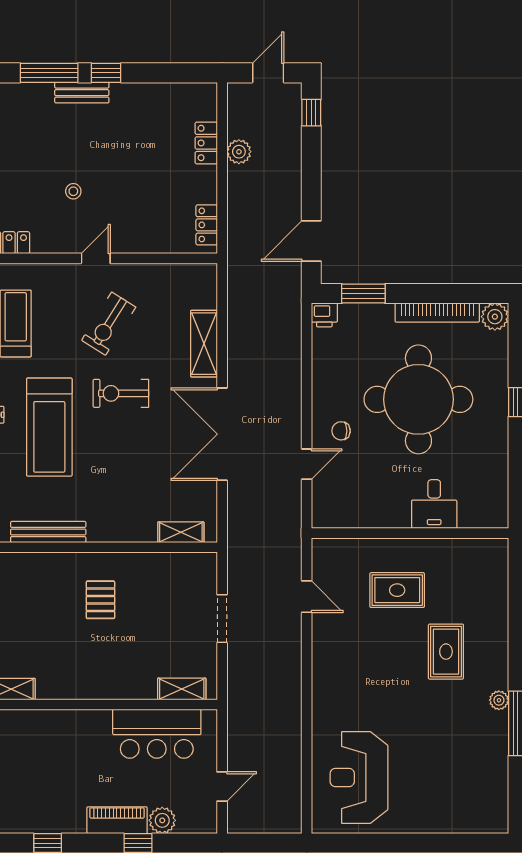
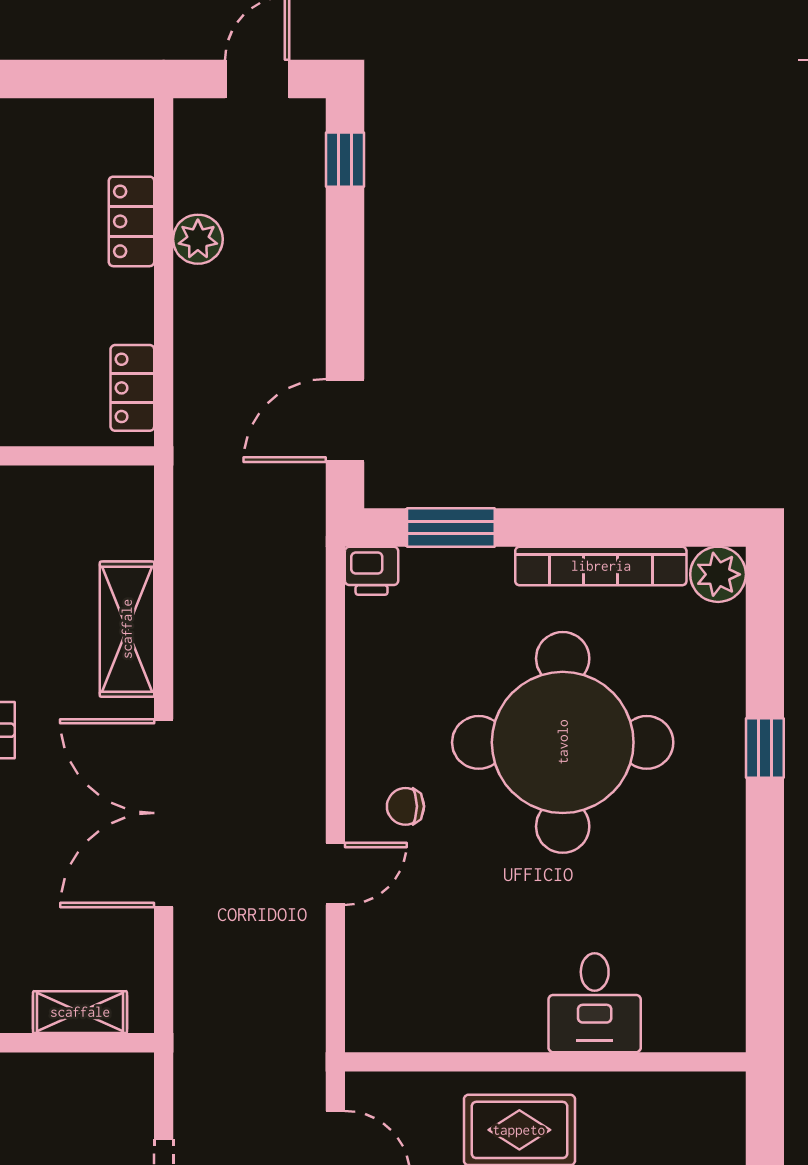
desk: (434, 504) -> (595, 1003), moved
wall: (410, 533) -> (545, 1062), moved

